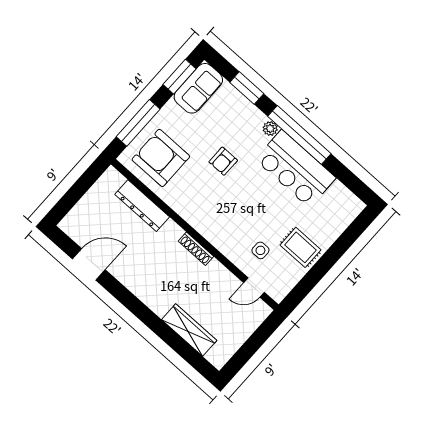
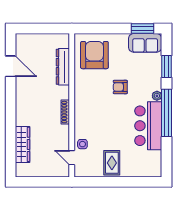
window: (138, 123) -> (102, 28), removed
side table: (260, 250) -> (82, 144), moved

